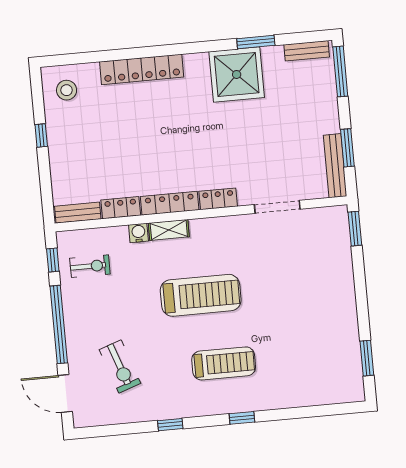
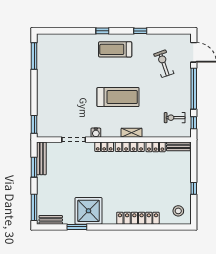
water cooler: (138, 233) -> (96, 133), moved
treadmill: (201, 295) -> (118, 97), turned 180
window: (367, 358) -> (34, 56), width x1.44
treadmill: (224, 363) -> (115, 49), moved

